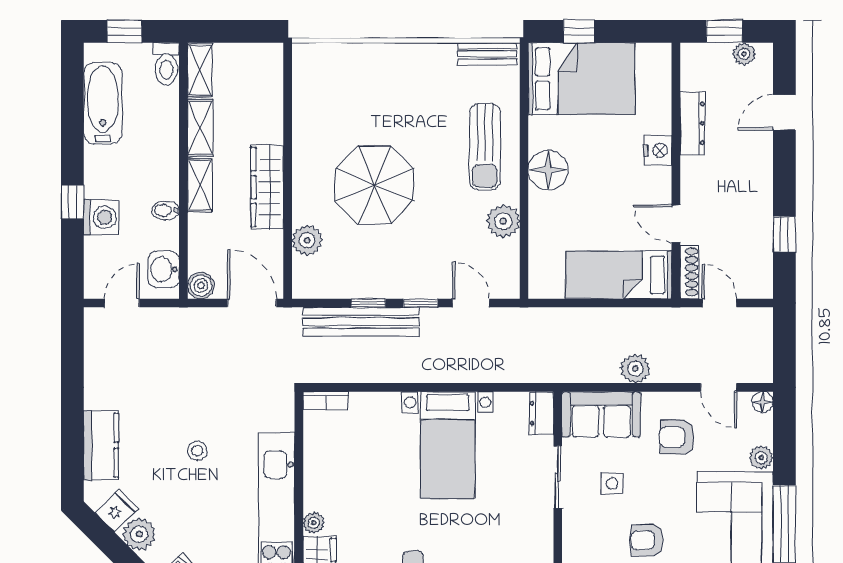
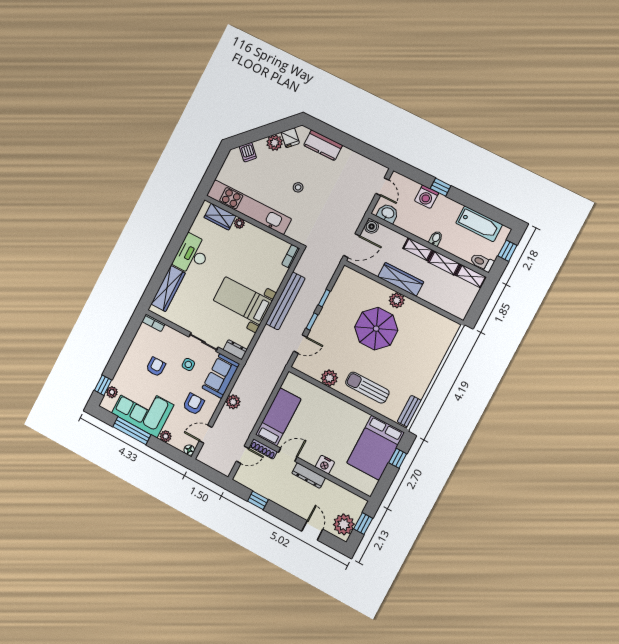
plant: (744, 54) -> (344, 524), width x1.87, depth x1.87
dresser: (693, 123) -> (309, 476), moved
floor lamp: (548, 170) -> (342, 410), removed
bidet: (165, 210) -> (436, 238), moved
plant: (307, 240) -> (397, 300), moved
bench: (361, 322) -> (285, 301), moved

